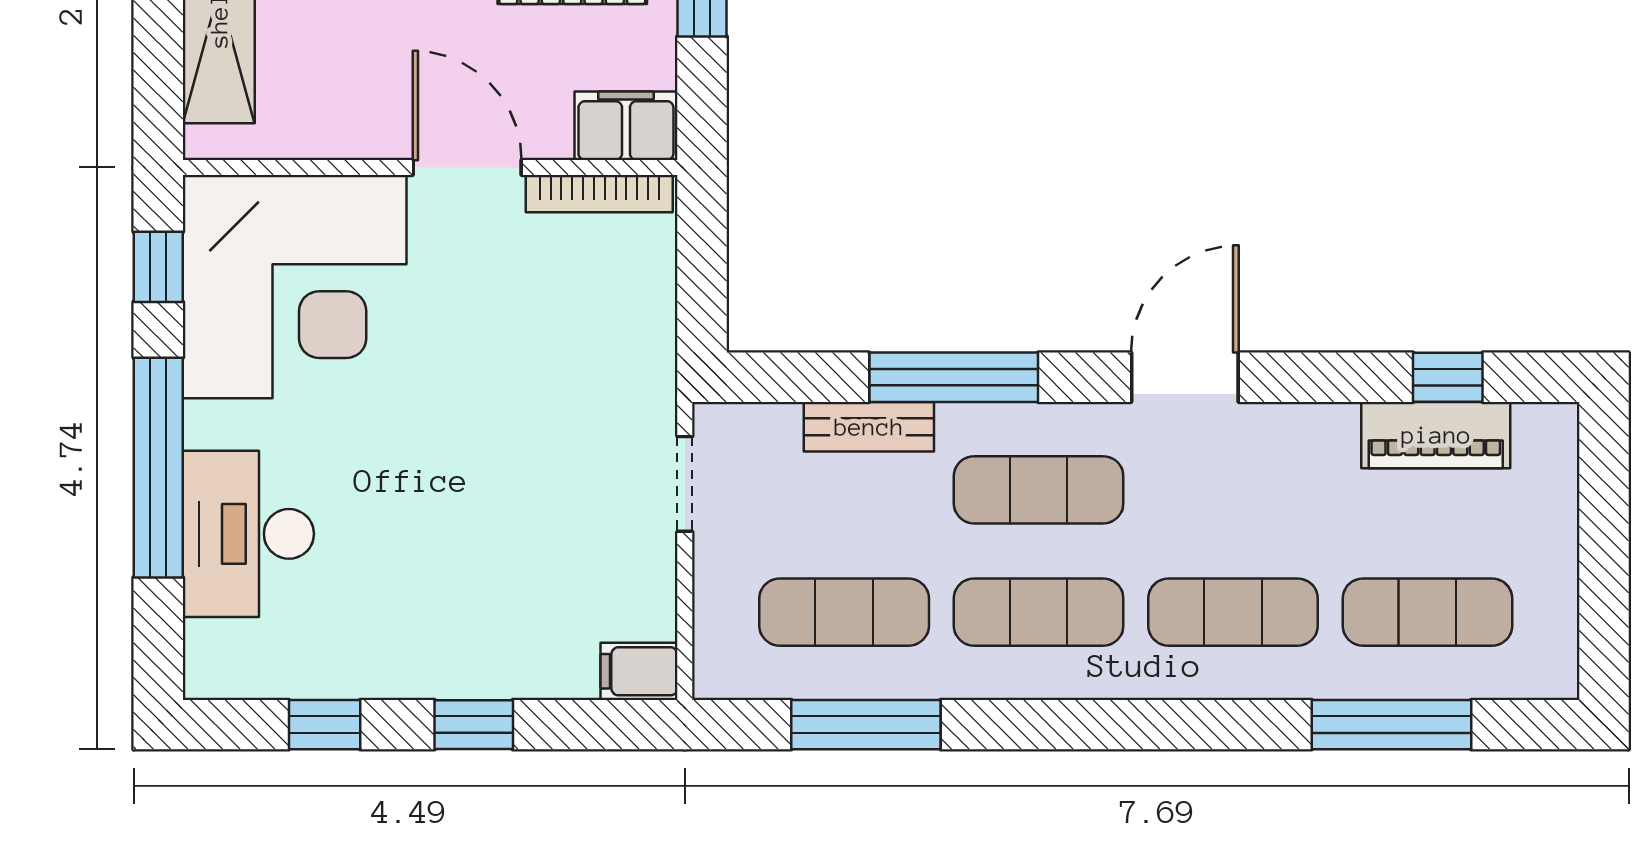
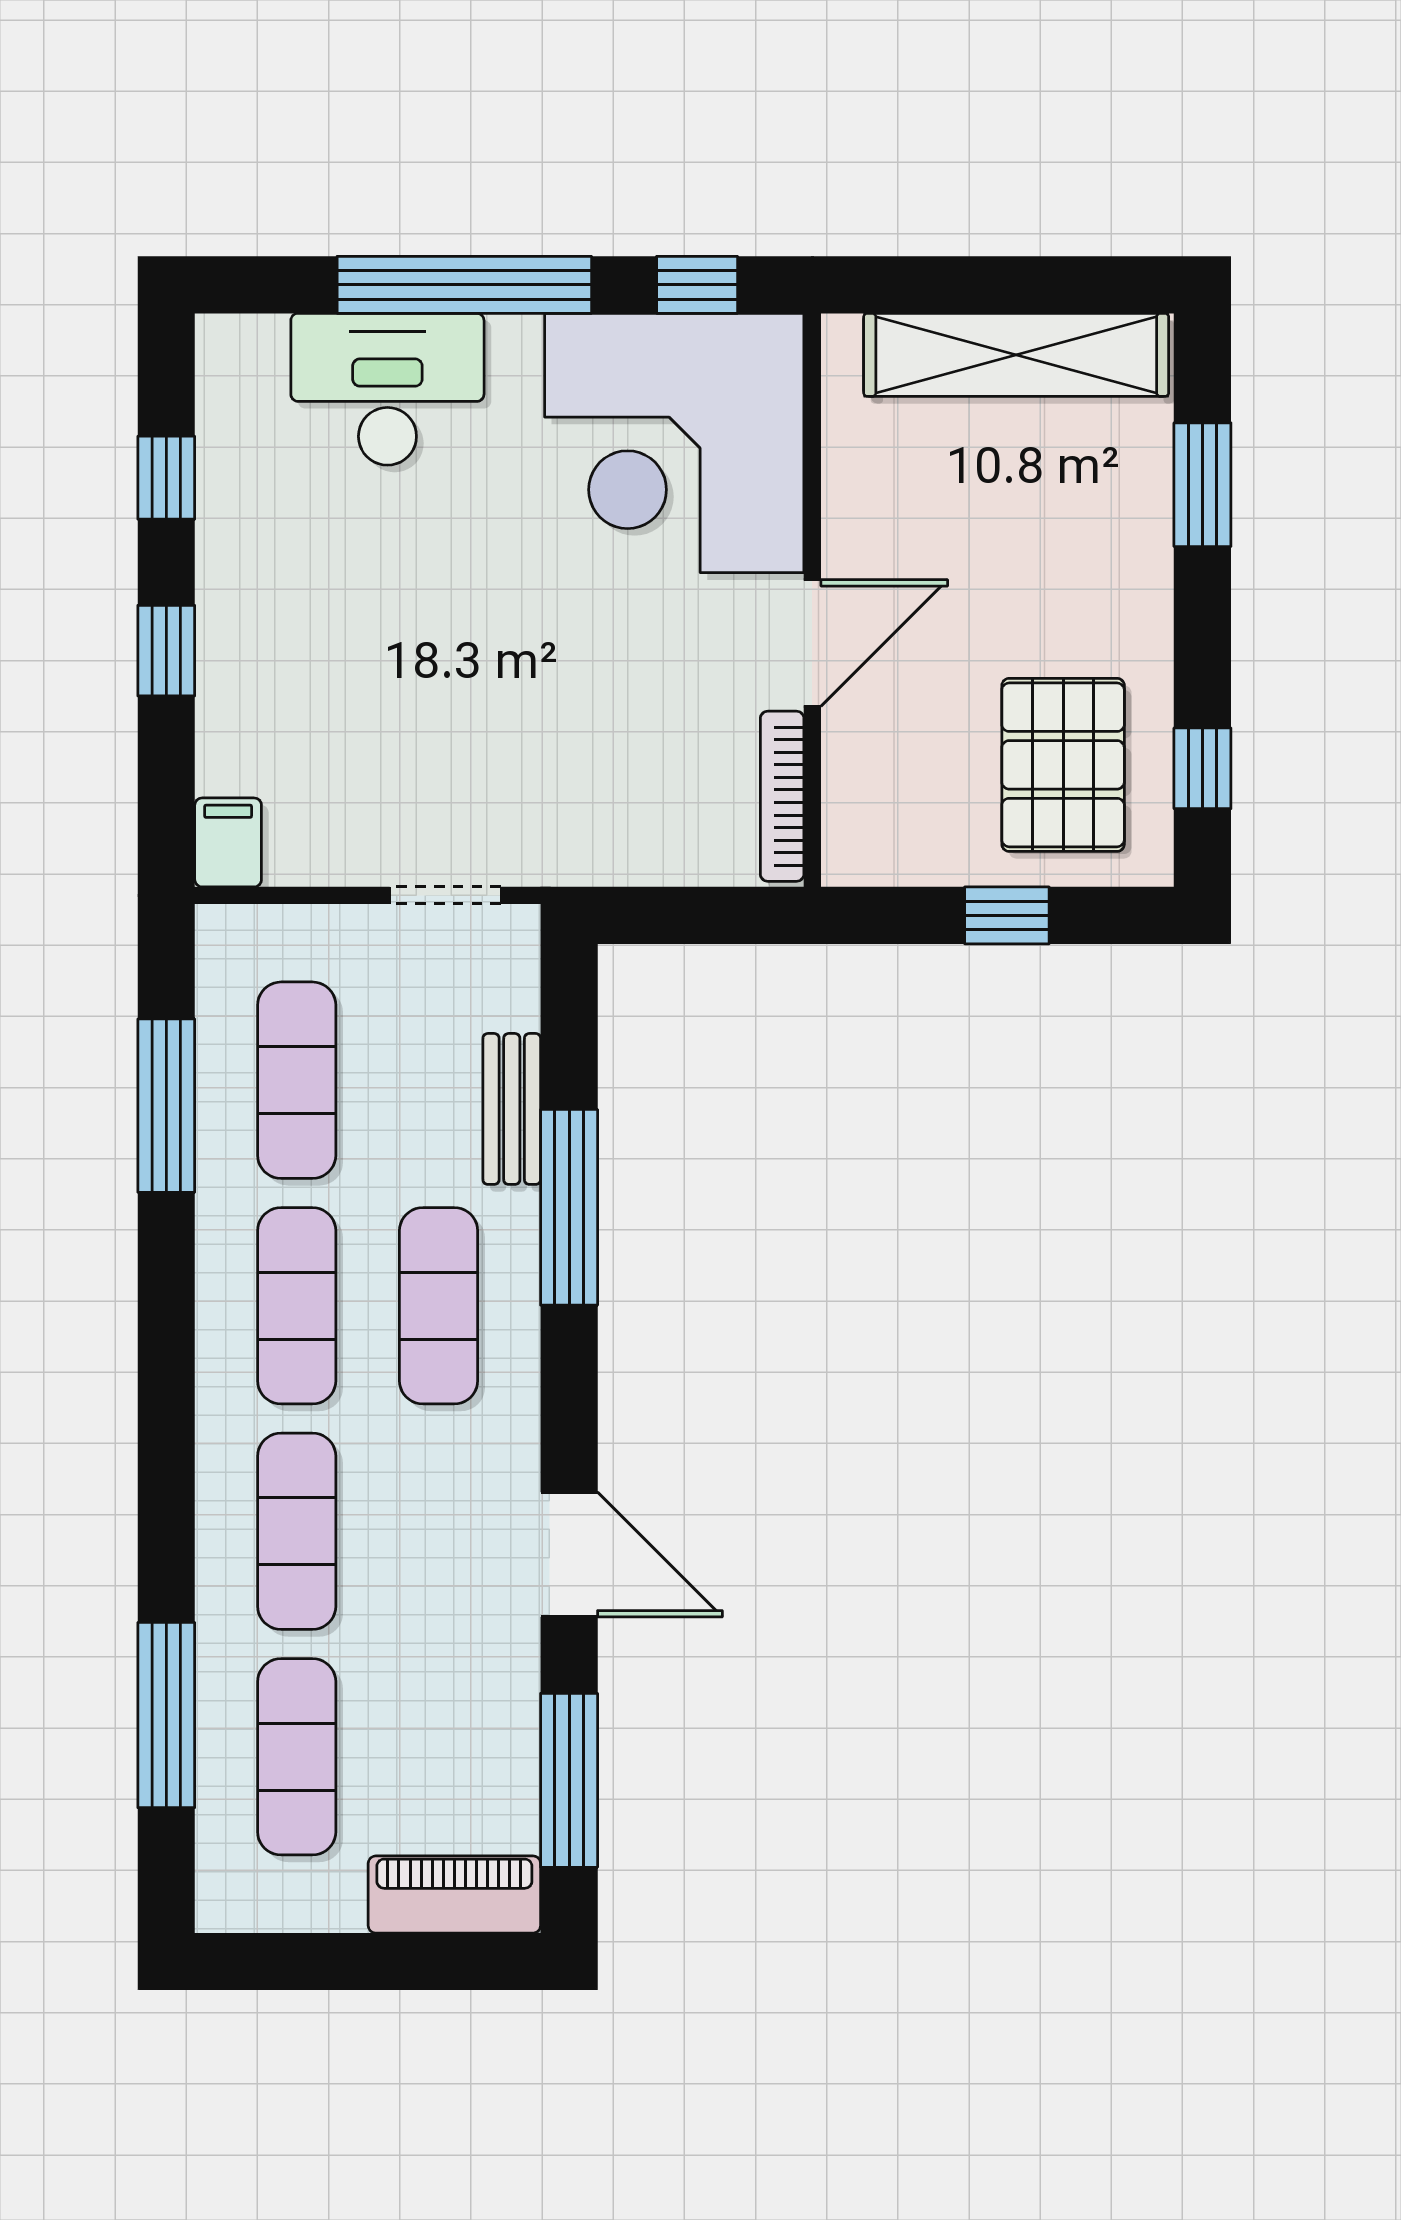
filing cabinet: (626, 126) -> (861, 827), removed
door: (1185, 377) -> (569, 1555), moved
window: (1448, 377) -> (569, 1780), width x2.17
piano: (1436, 435) -> (454, 1894), moved, turned 90

